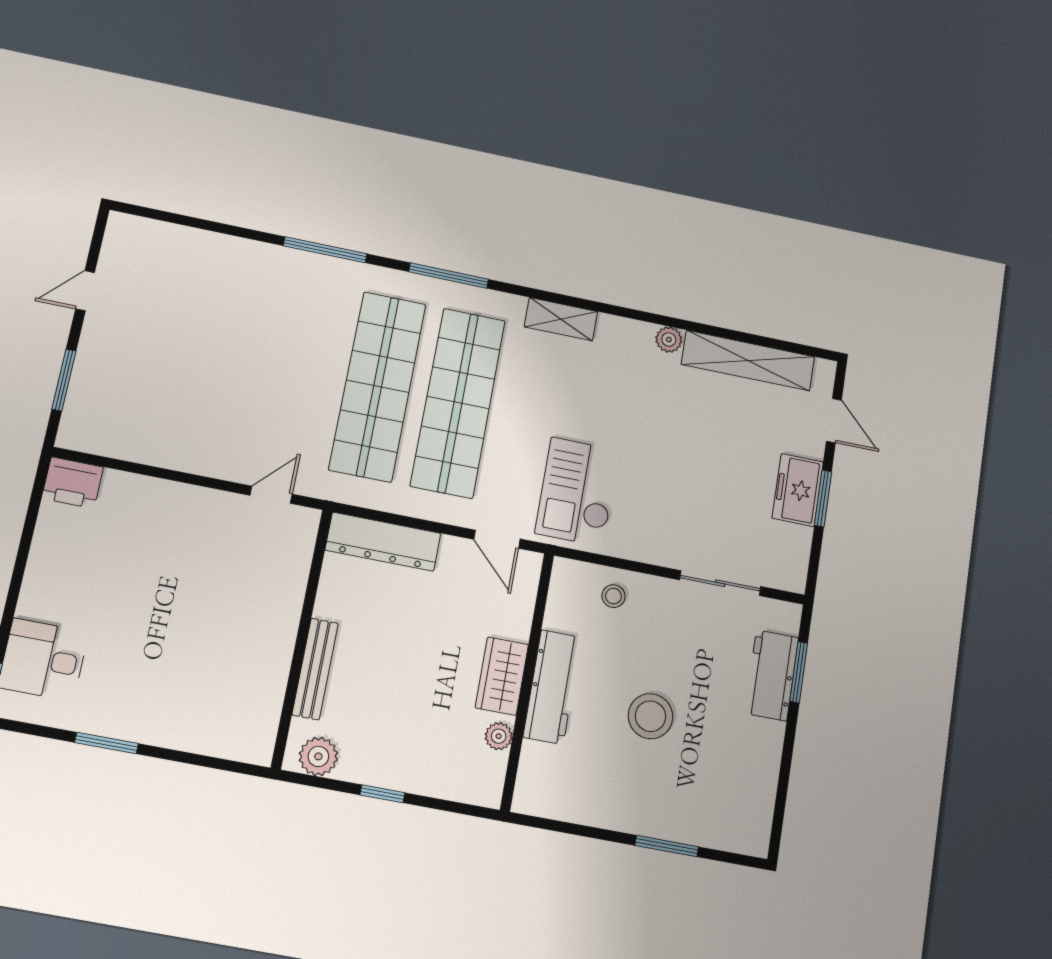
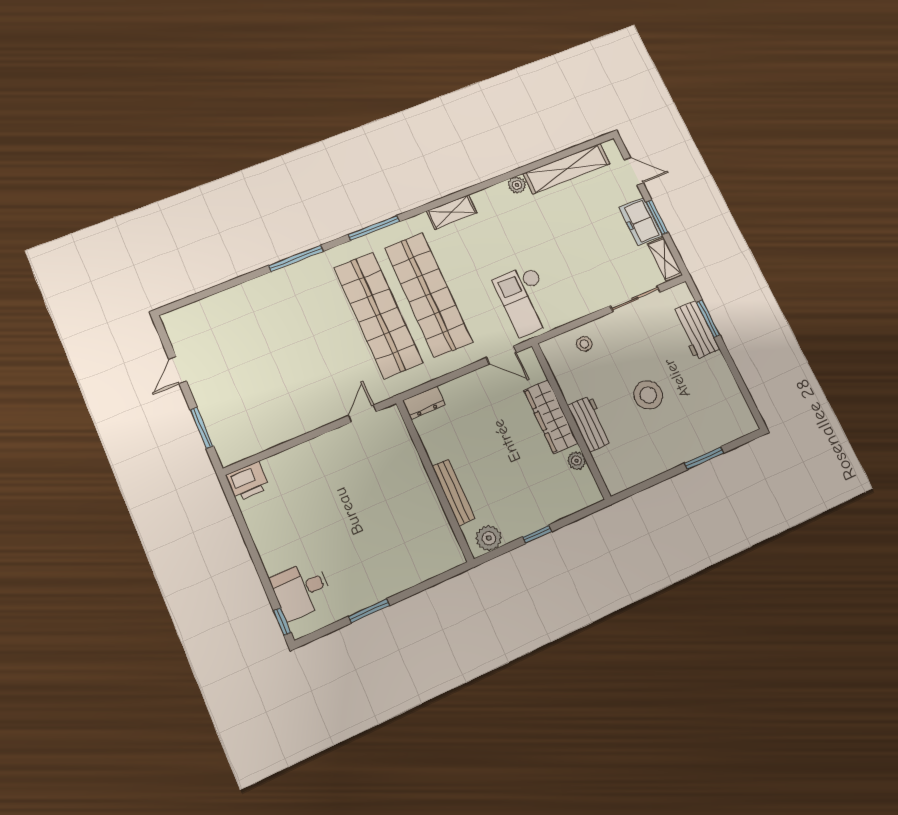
dresser: (383, 542) -> (424, 403), width x0.51, depth x0.80
shelving: (795, 558) -> (665, 259), added
wardrobe: (502, 676) -> (551, 417), width x1.50
workbench: (552, 687) -> (590, 424), width x0.73

